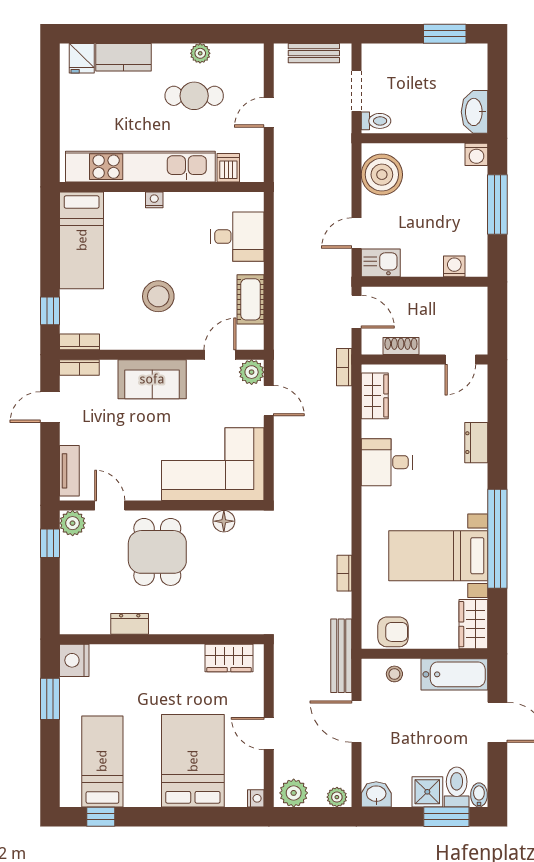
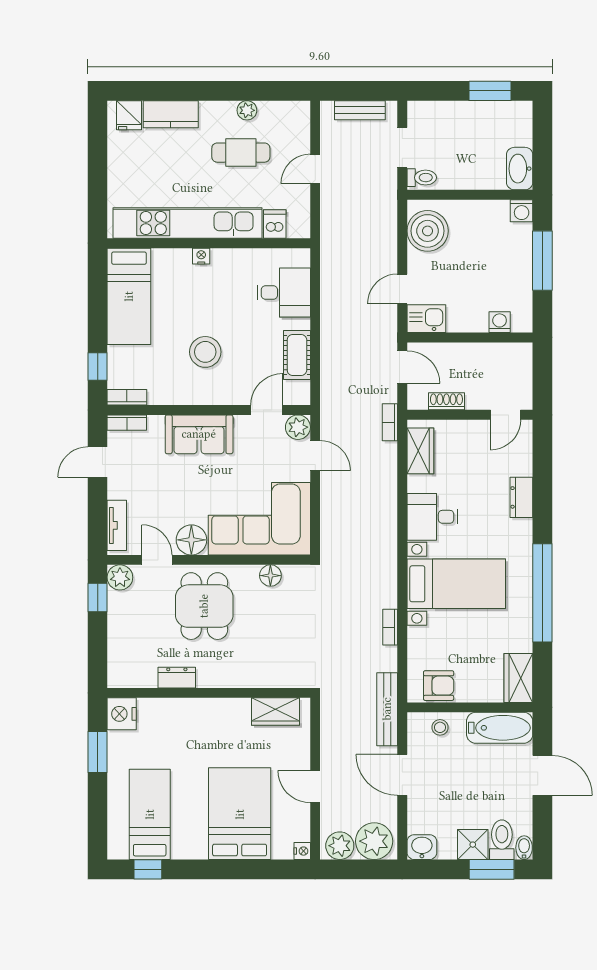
floor lamp: (144, 485) -> (191, 540), added
bed with nightstands: (438, 556) -> (456, 584), moved, turned 180
plant: (337, 797) -> (374, 841), width x1.88, depth x1.88

